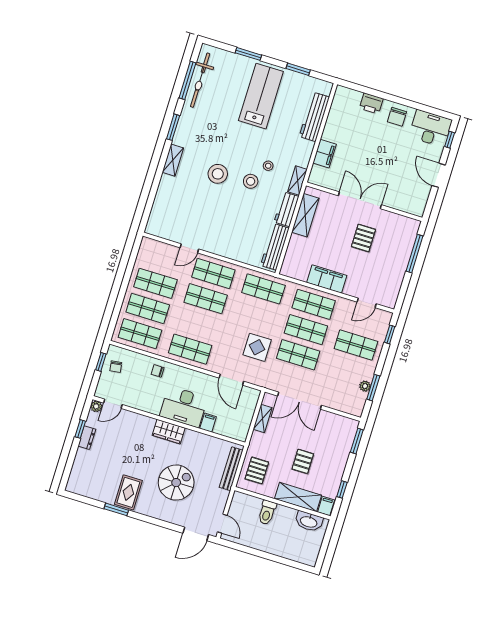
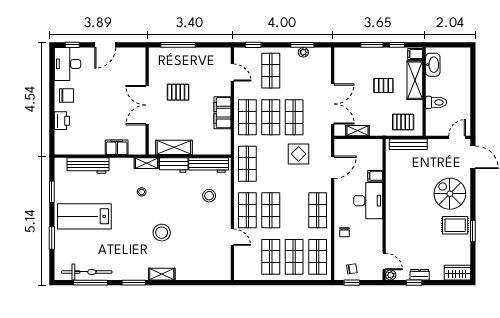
stool: (251, 181) -> (209, 196), moved
wardrobe: (169, 432) -> (457, 273), moved, turned -90
window: (357, 441) -> (372, 45), moved
spiral stairs: (176, 483) -> (450, 194), moved

